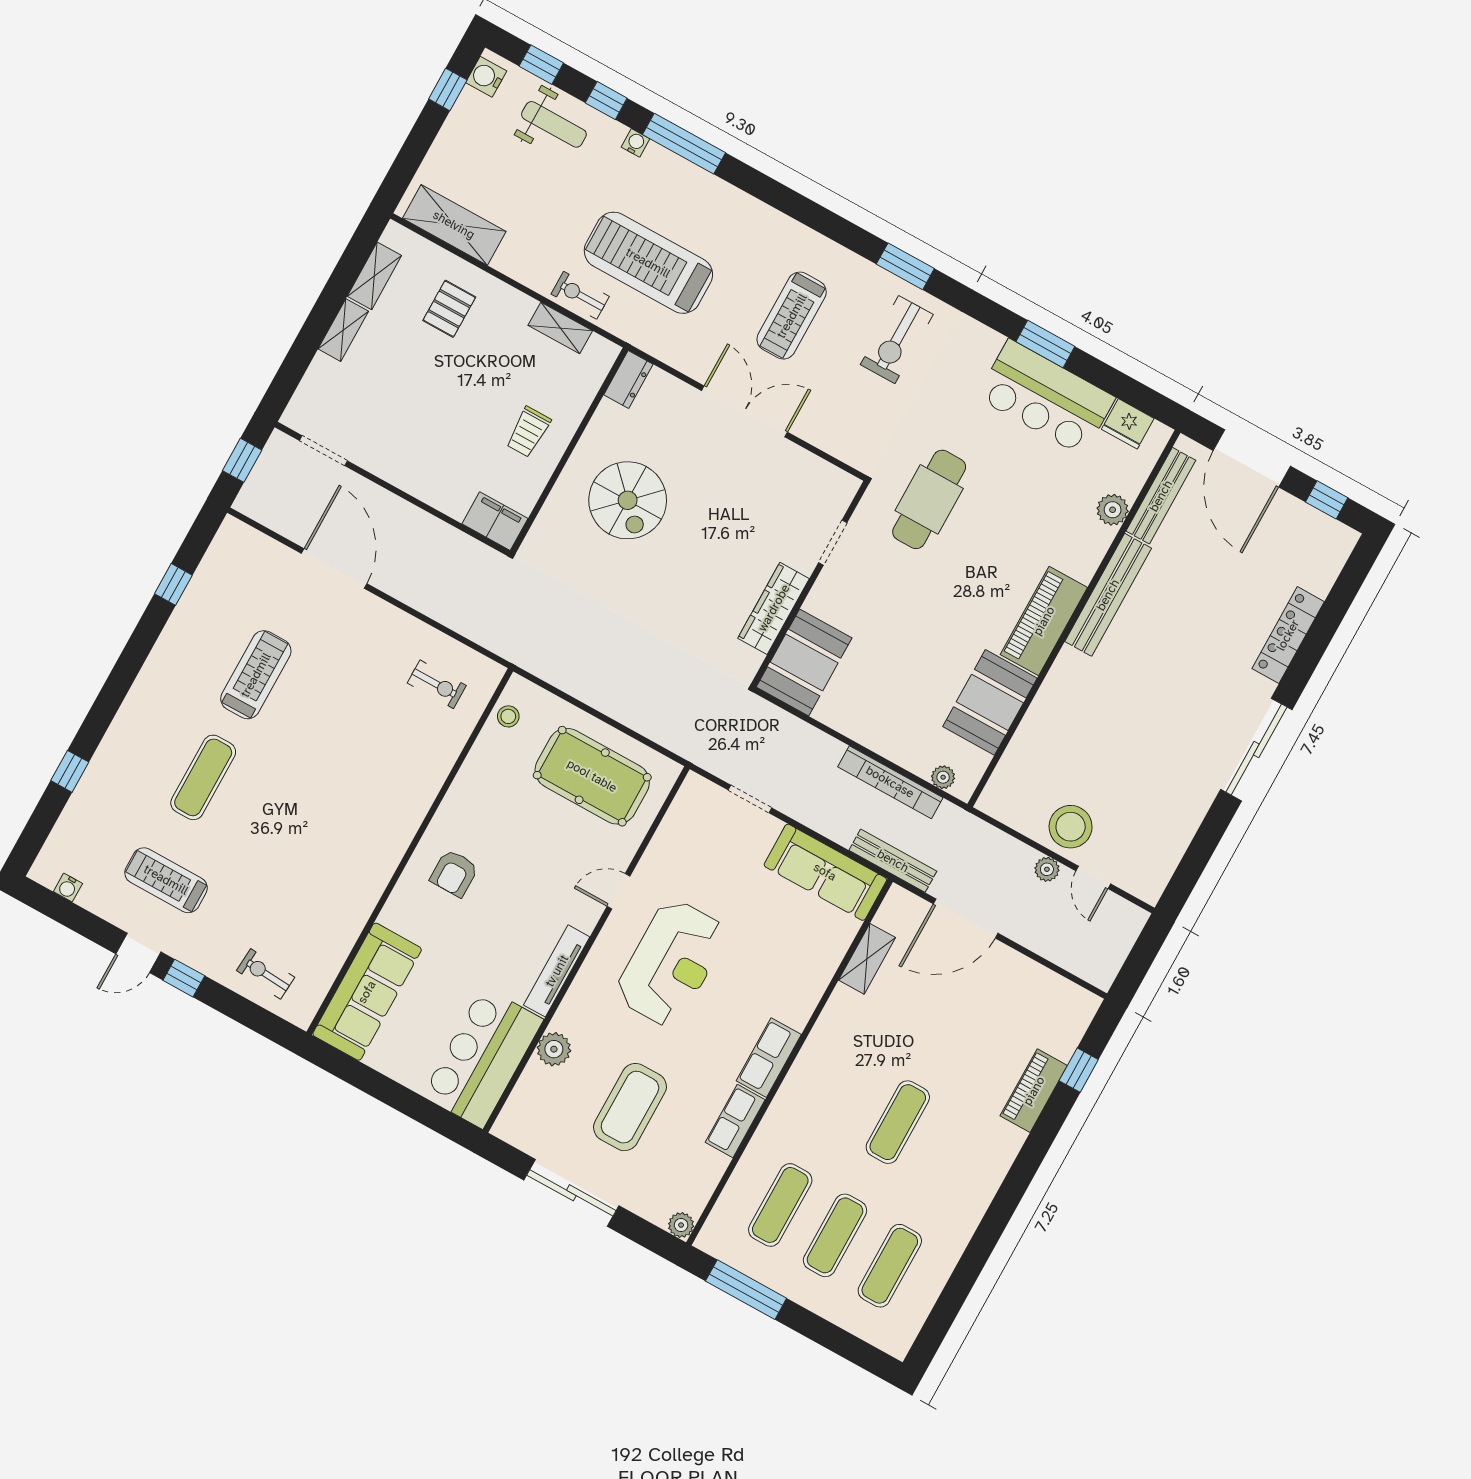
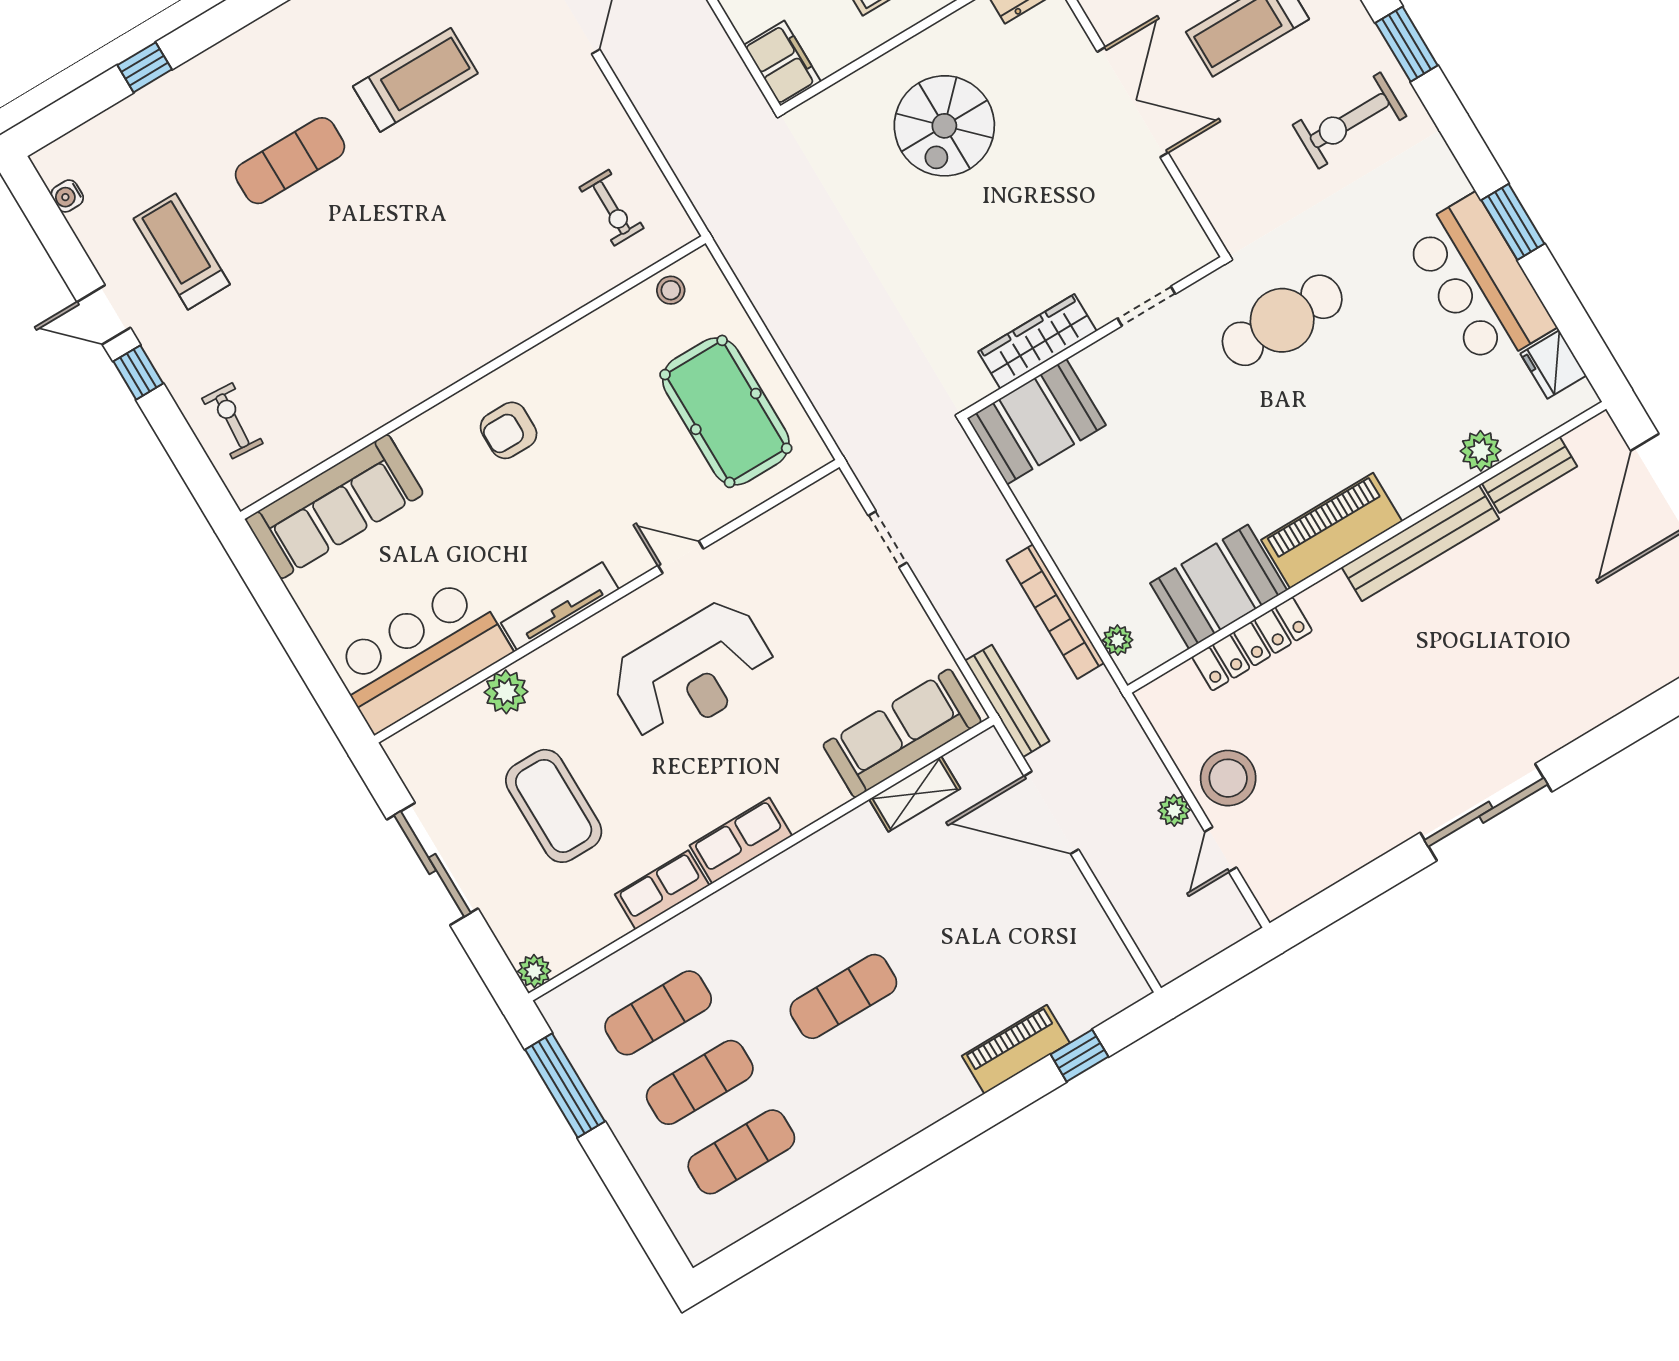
bench: (1161, 496) -> (1529, 475), width x0.73
locker: (1288, 635) -> (1252, 644), moved, turned 180
sofa: (825, 872) -> (902, 733), moved, turned 90
coffee table: (630, 1107) -> (554, 806), turned 90

